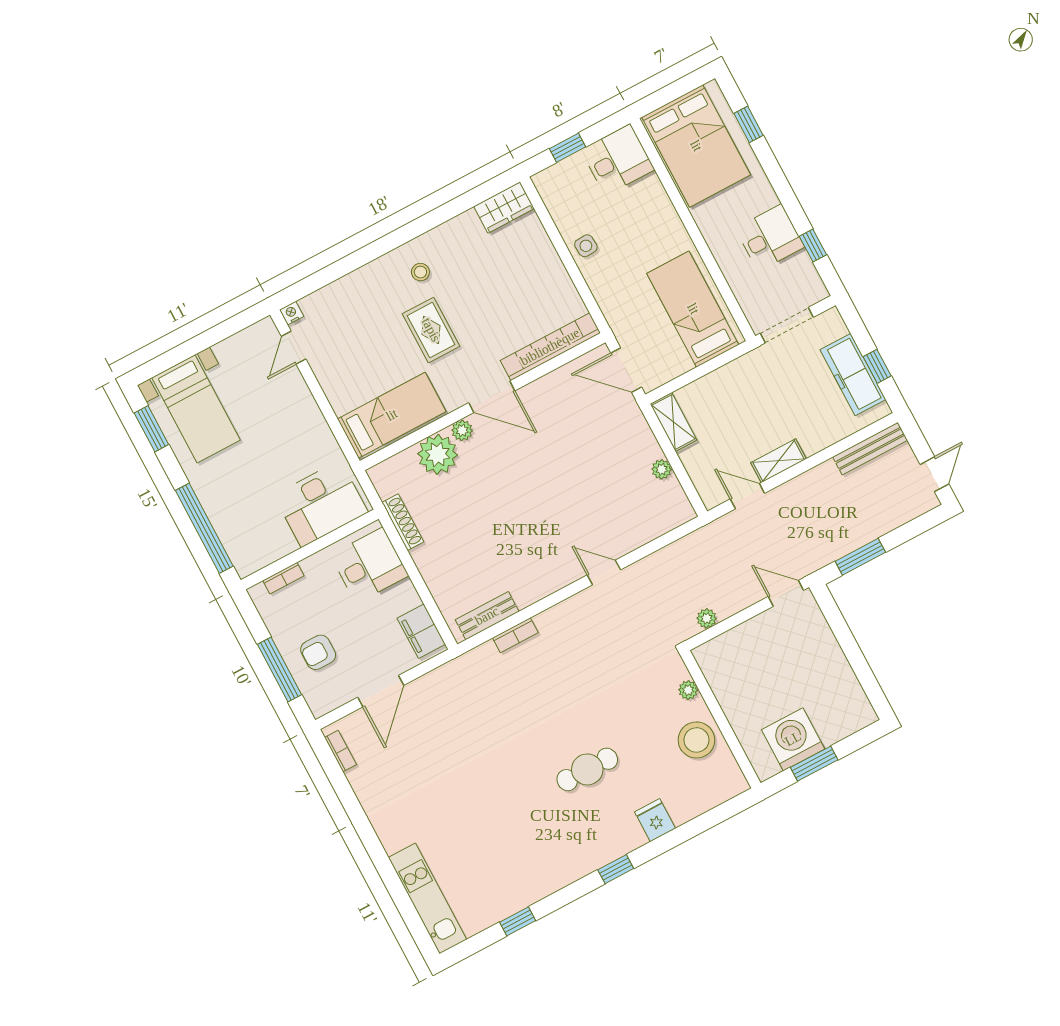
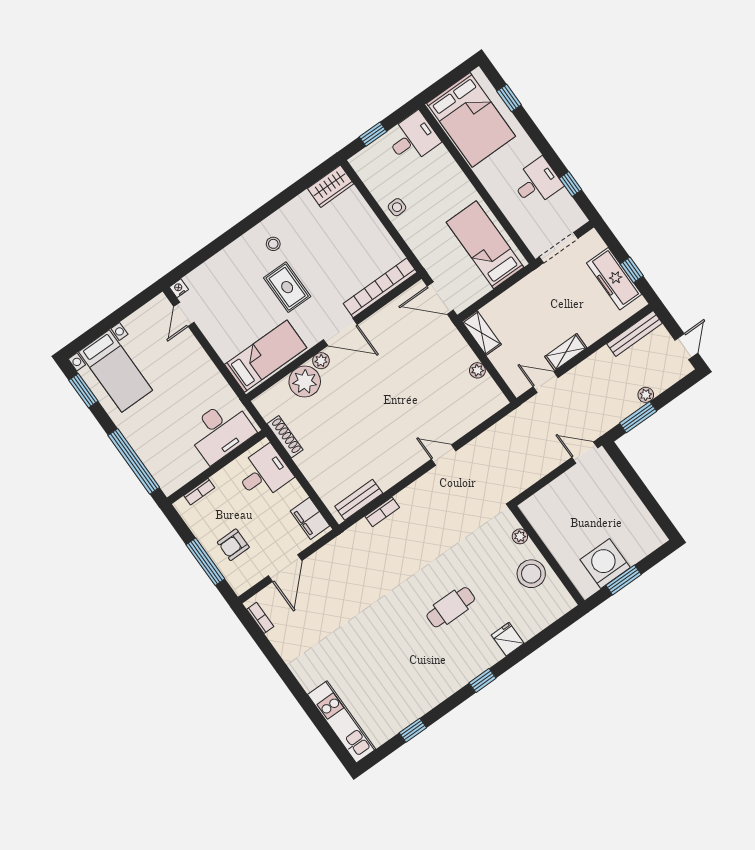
plant: (707, 618) -> (646, 395), moved

